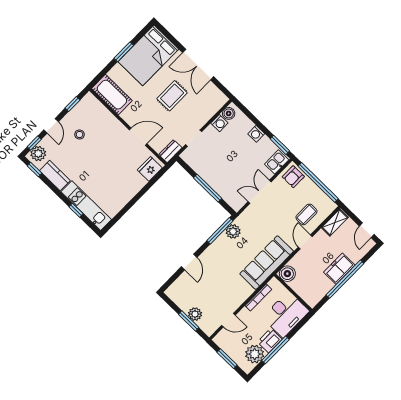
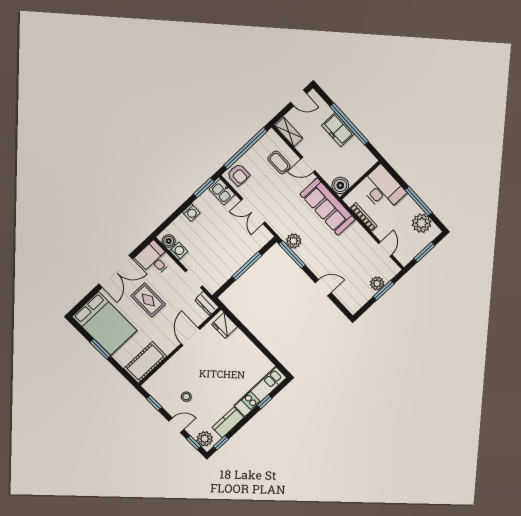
desk: (211, 100) -> (154, 259), added
printer: (270, 341) -> (409, 207), removed

